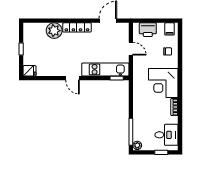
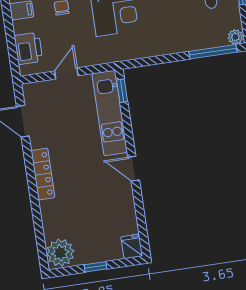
plant: (54, 31) -> (60, 253), moved
door: (73, 78) -> (134, 169), swing flipped

